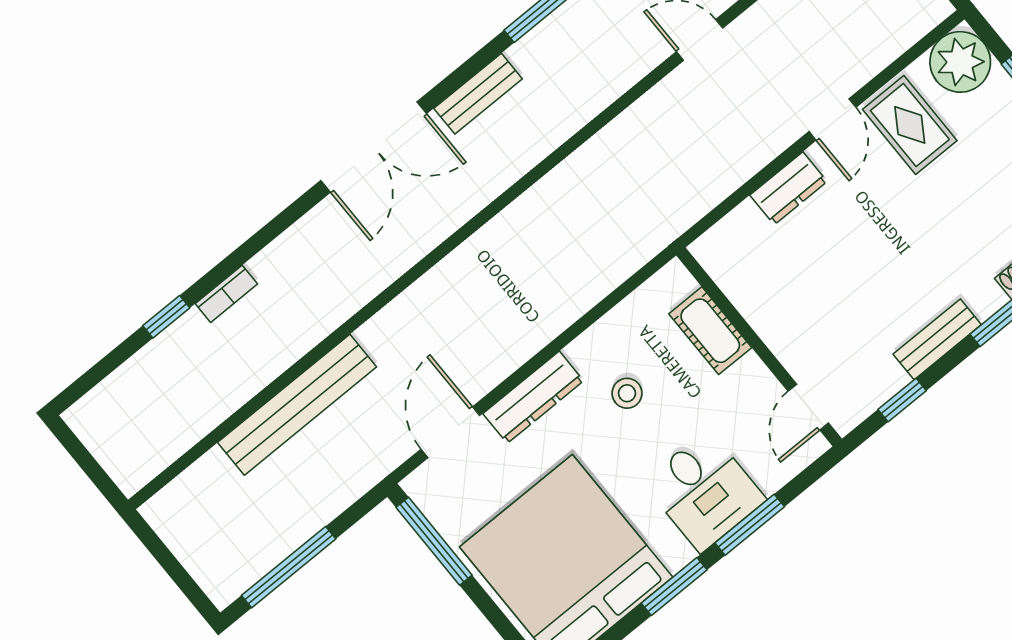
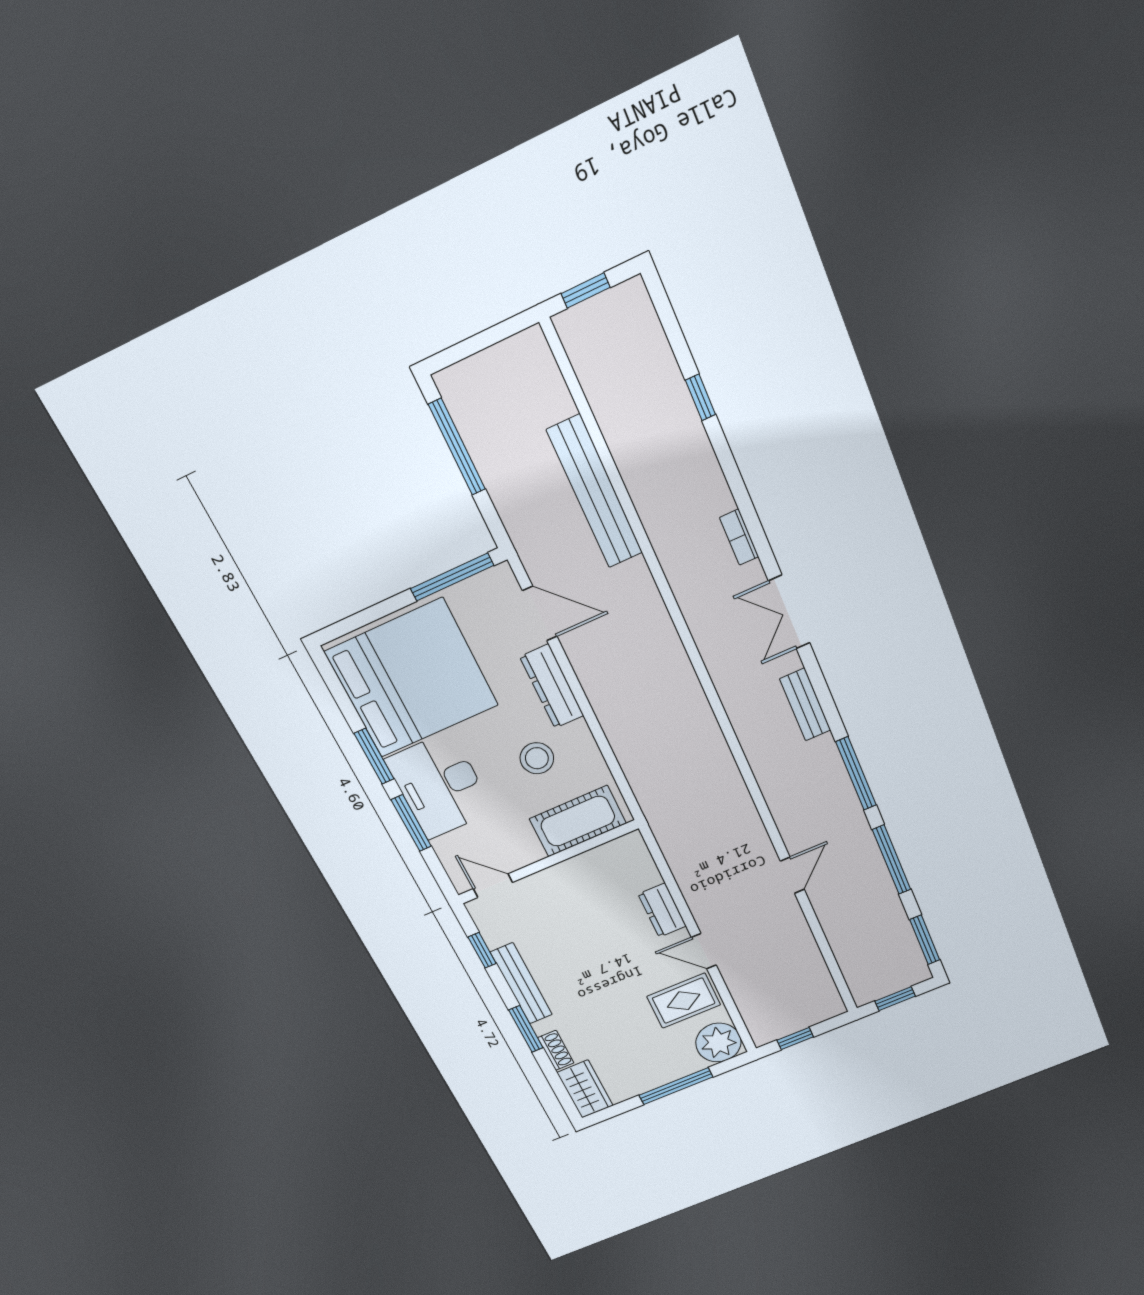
double door: (374, 147) -> (789, 612), width x0.73
bookcase: (226, 294) -> (739, 537), moved
cot: (710, 331) -> (578, 821), width x1.37, depth x1.34
bench: (937, 339) -> (521, 983), width x1.36
stool: (627, 393) -> (537, 758), width x1.37, depth x1.37
window: (92, 468) -> (586, 290), added
desk: (704, 491) -> (440, 786), width x1.37

